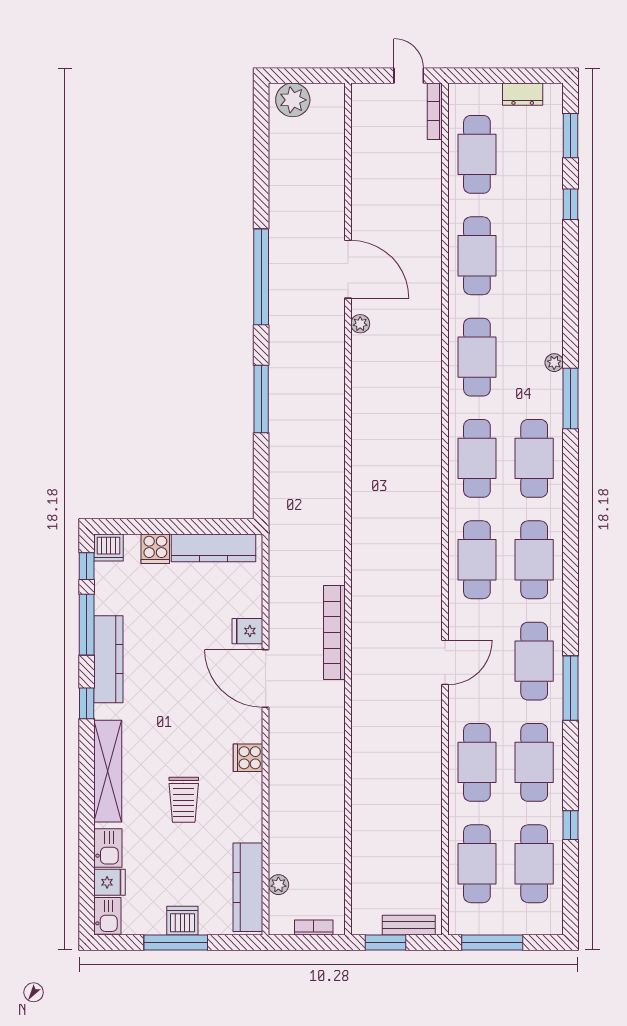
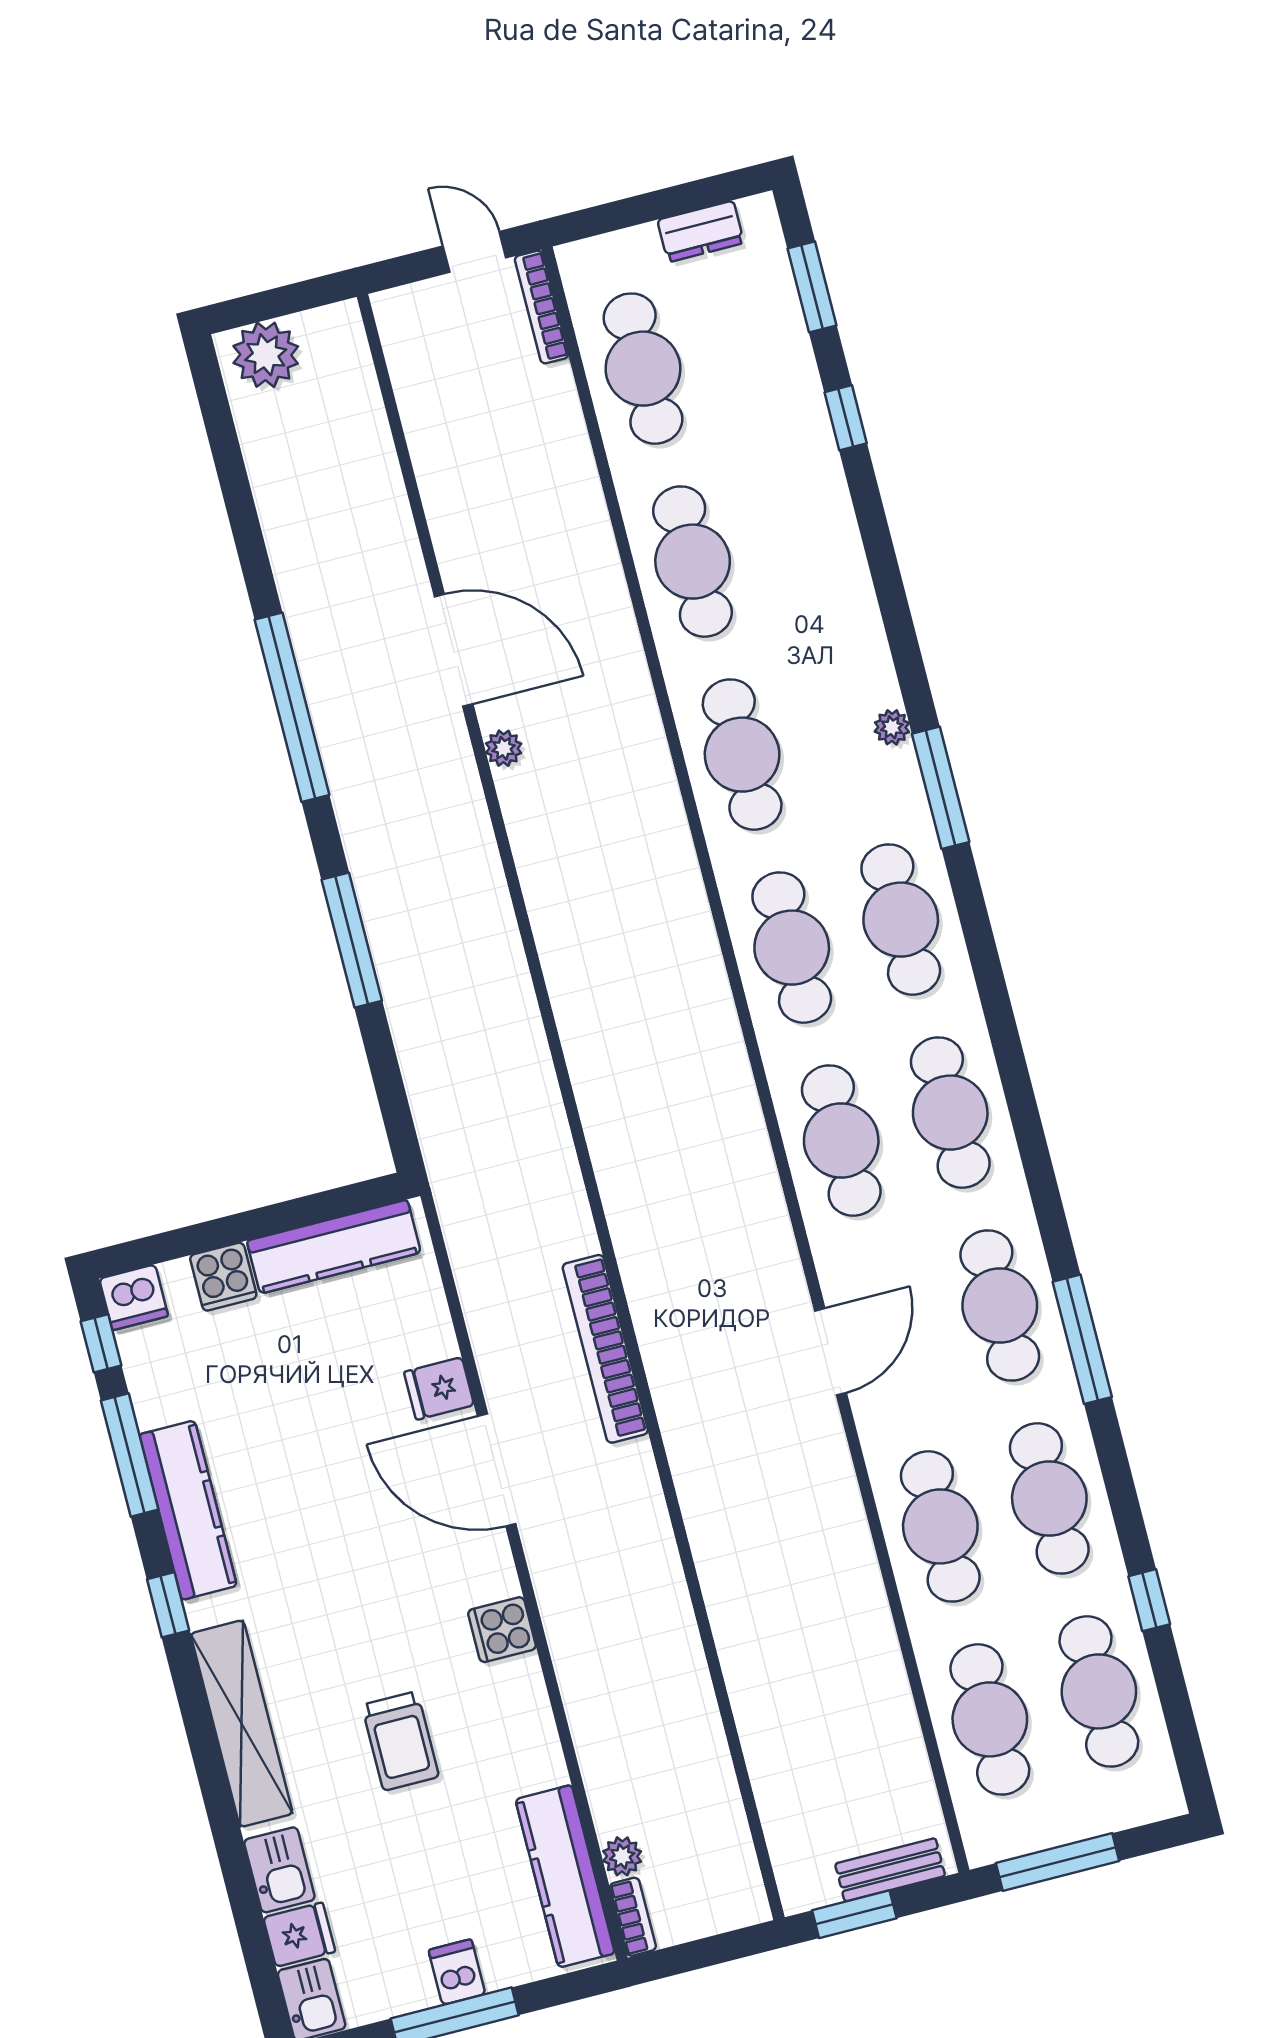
dishwasher: (182, 921) -> (457, 1972), width x0.73
bookcase: (314, 928) -> (633, 1917), moved, turned 90

